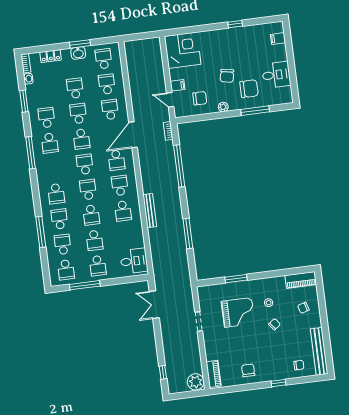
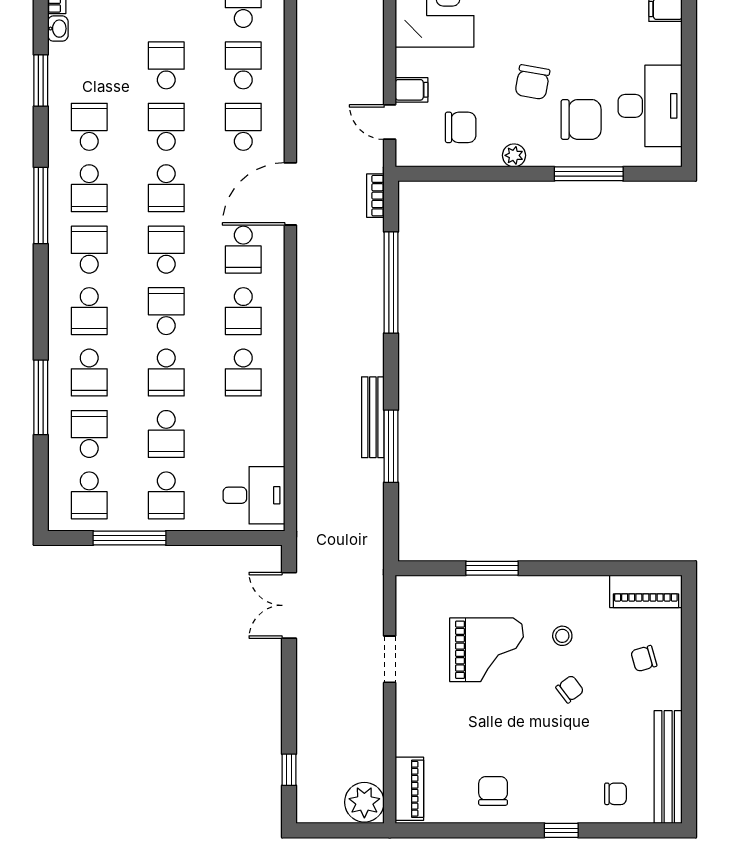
desk: (276, 75) -> (650, 106), width x1.37
school desk: (53, 168) -> (89, 250), added
school desk: (120, 186) -> (243, 311), turned 180
bench: (150, 211) -> (373, 417), moved
school desk: (59, 219) -> (89, 373), turned 180

